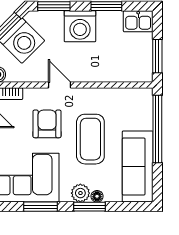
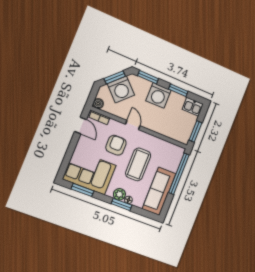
window: (40, 207) -> (82, 190), moved

